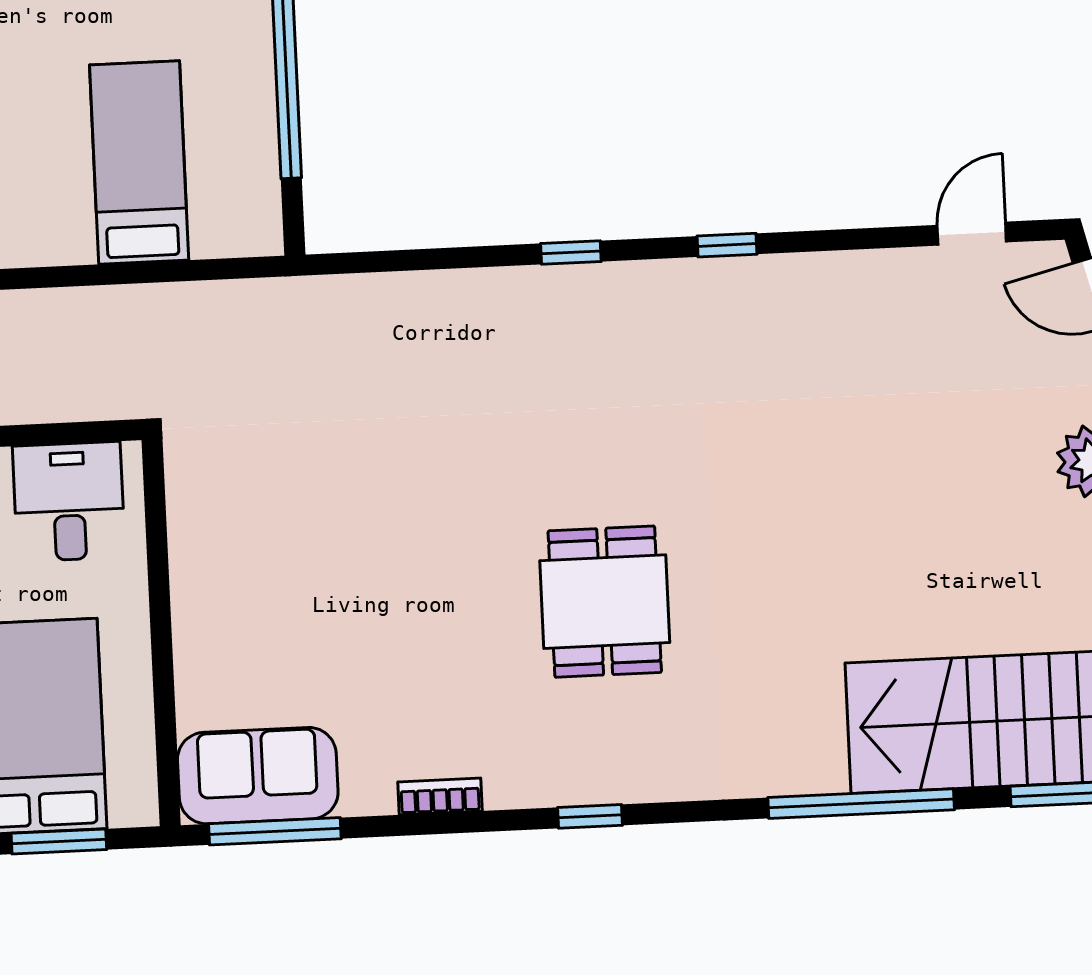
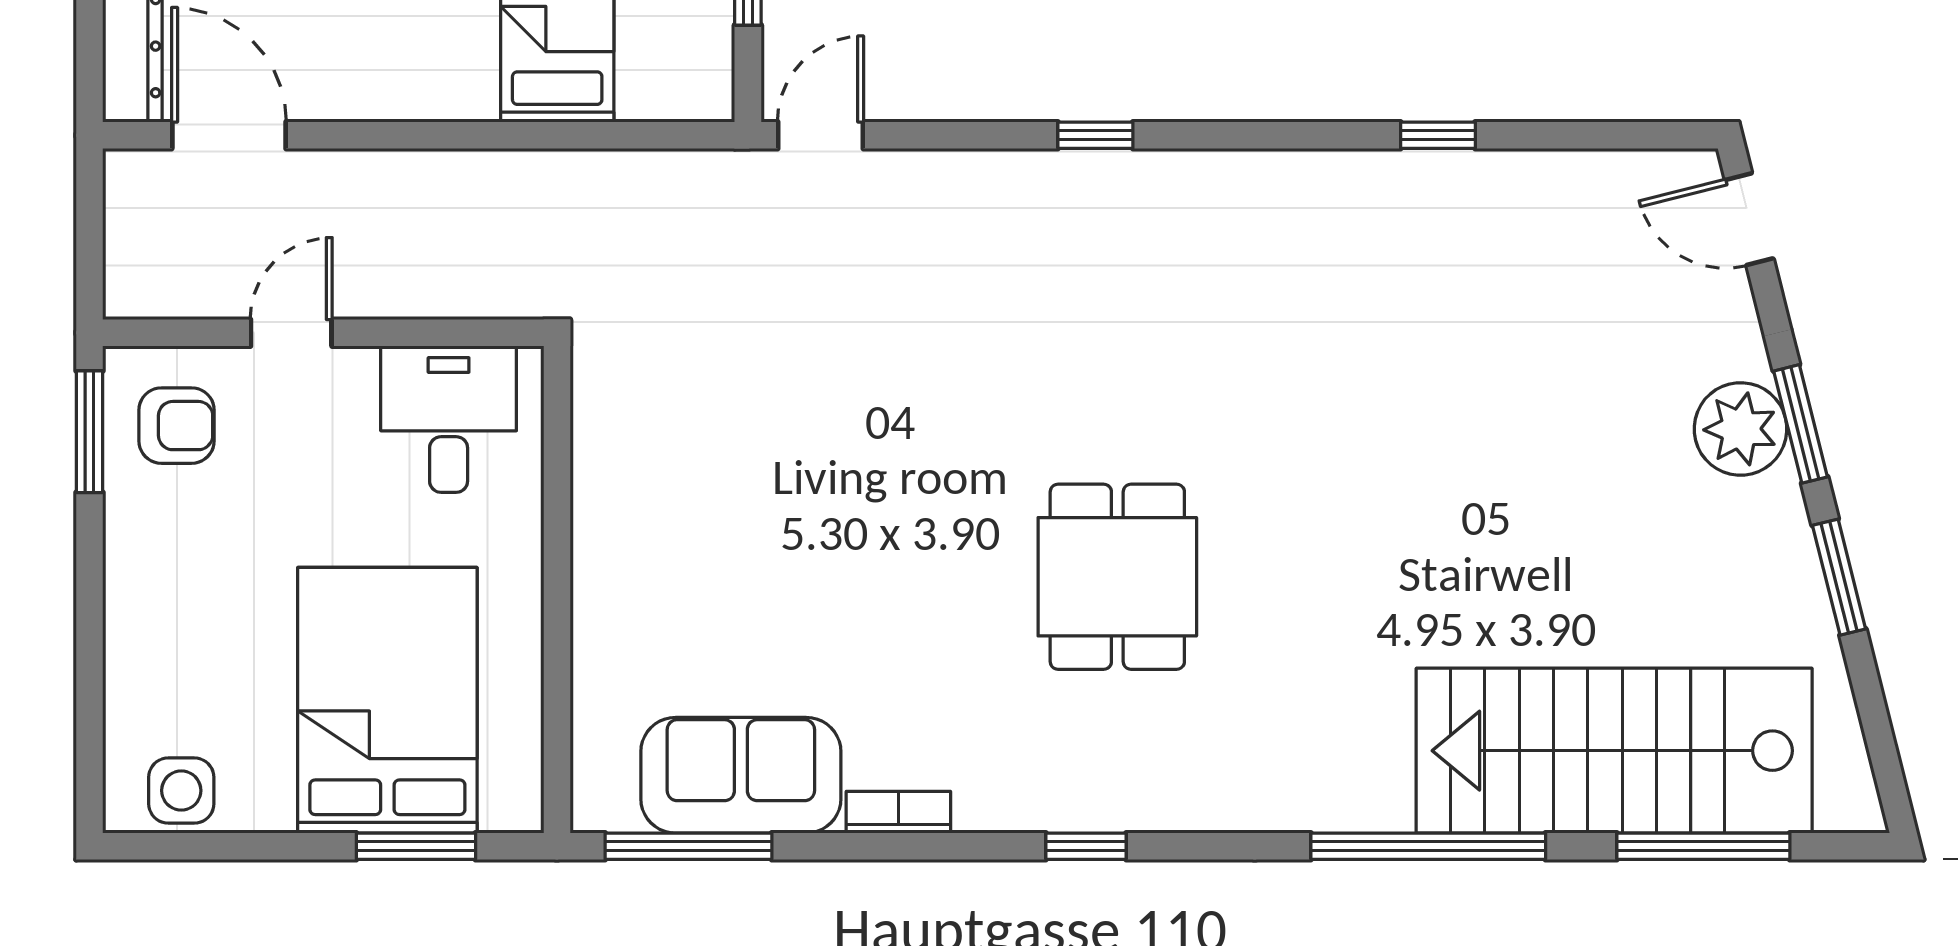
door: (972, 234) -> (820, 135), moved
window: (727, 245) -> (1438, 135), moved
sofa: (258, 776) -> (741, 775), moved

